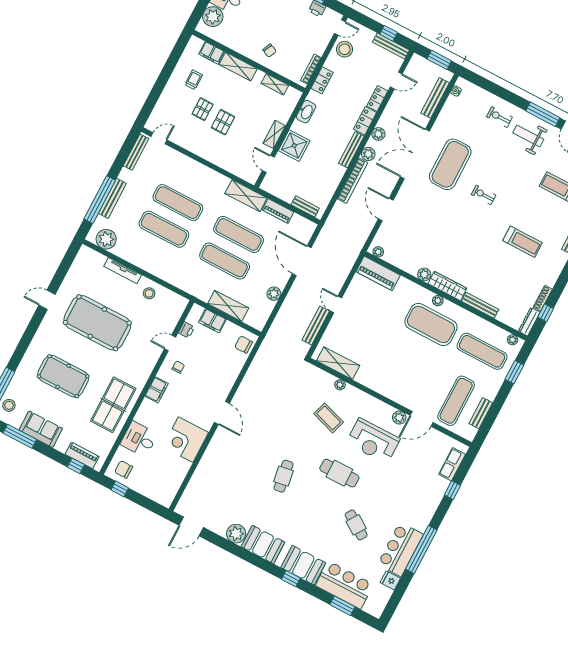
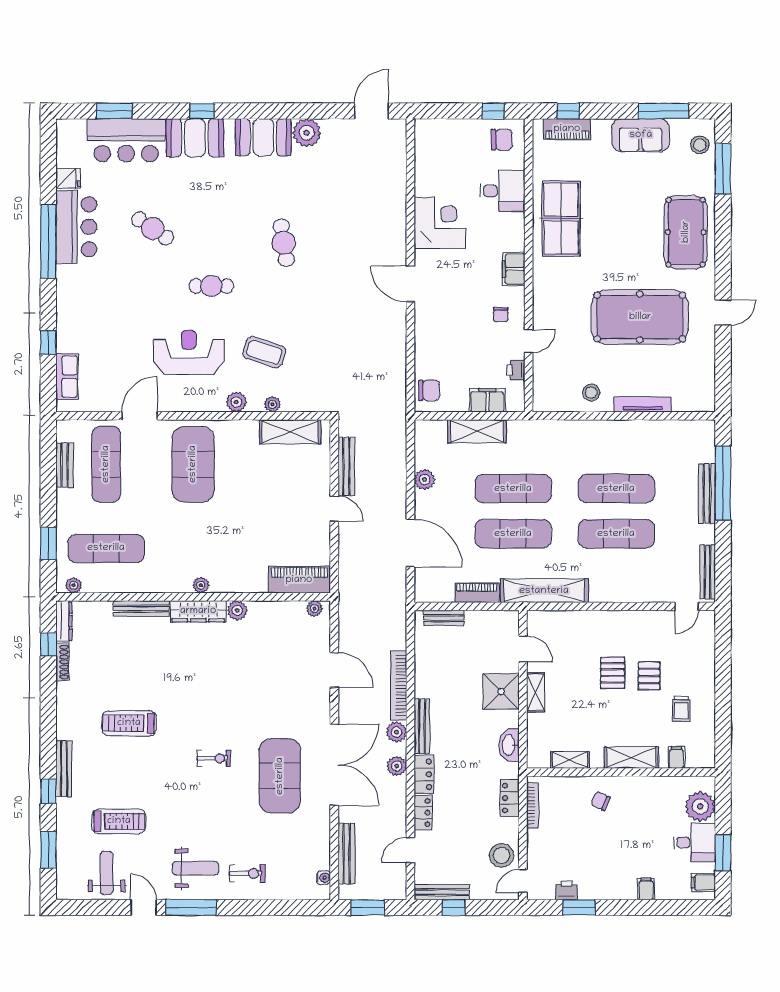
filing cabinet: (212, 53) -> (676, 757), width x0.50
shelving: (246, 196) -> (544, 591), width x1.47
plant: (106, 239) -> (687, 435), removed
exercise mat: (431, 324) -> (193, 464), moved, turned 90
pool table: (63, 376) -> (686, 232), moved, turned 90
plant: (399, 418) -> (236, 402), moved
cafe table: (339, 473) -> (211, 286), width x0.73, depth x0.74

